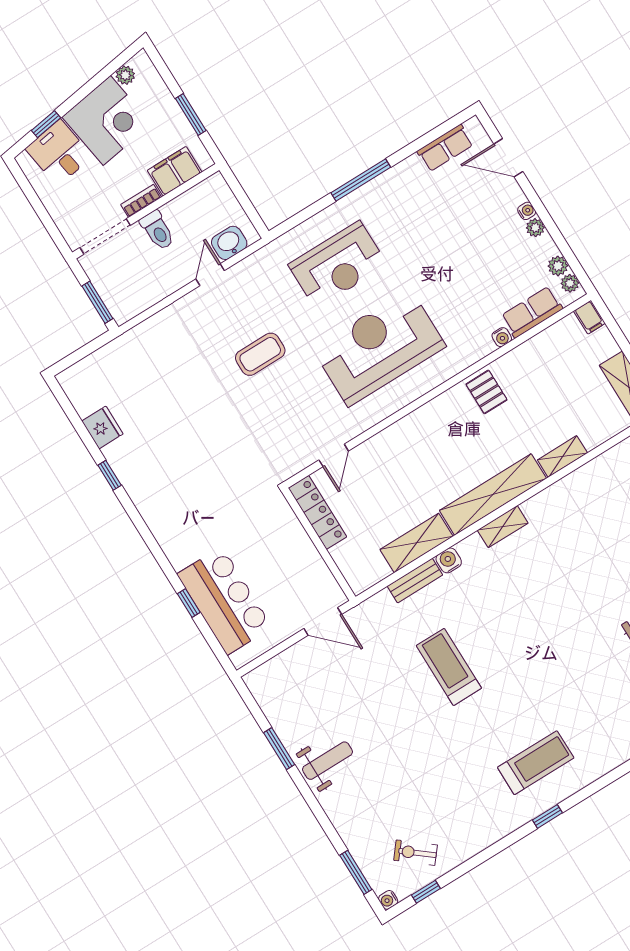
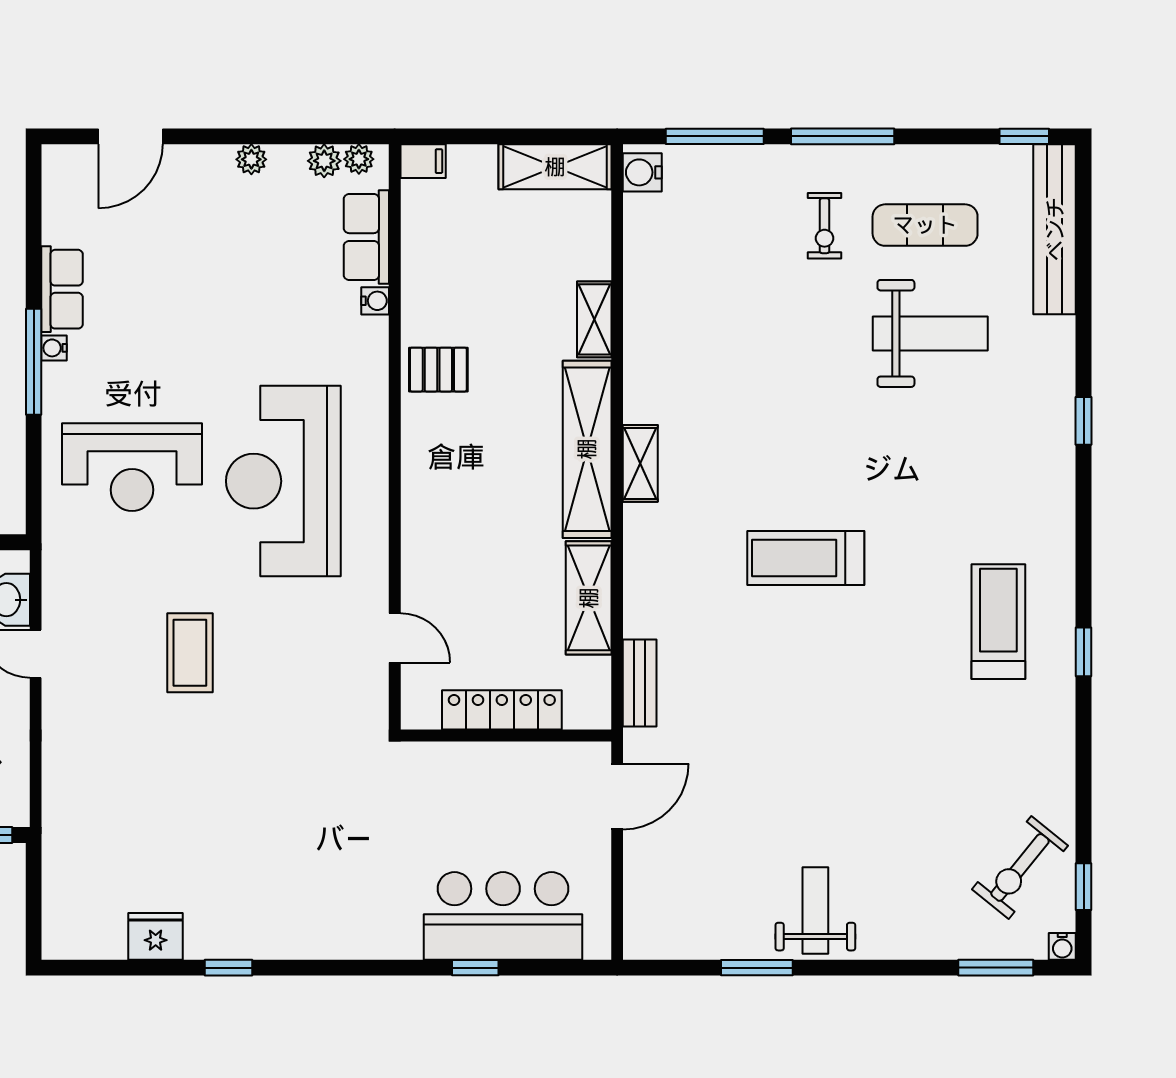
row of seats: (445, 148) -> (62, 289), moved
water cooler: (527, 211) -> (54, 348), moved, turned -90
reception desk: (338, 265) -> (132, 467), turned 90
locker: (317, 512) -> (502, 710), moved
water cooler: (449, 560) -> (641, 568), removed
bench: (415, 581) -> (640, 683), moved
treadmill: (449, 667) -> (806, 558), moved
exercise bike: (415, 853) -> (1020, 867), width x1.38, depth x1.39

